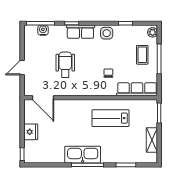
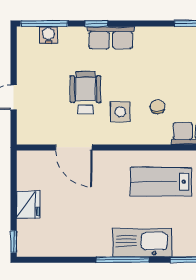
side table: (107, 33) -> (120, 112), moved
door: (43, 98) -> (74, 147), moved
kitchen sink: (83, 155) -> (142, 243), moved

